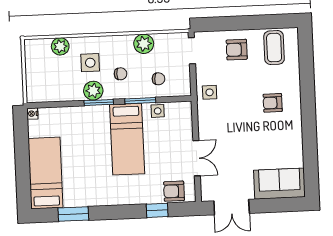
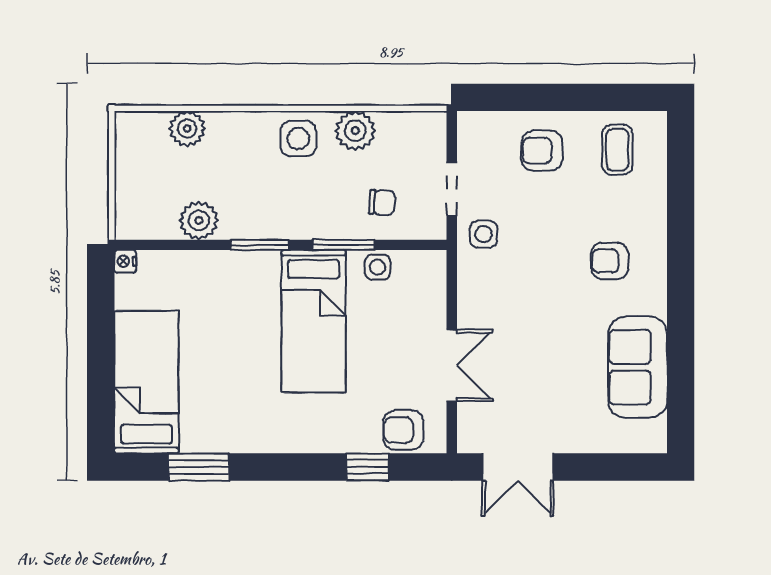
coffee table: (274, 48) -> (617, 150), width x0.73, depth x0.77
doorway: (192, 51) -> (452, 189), moved
side table: (90, 63) -> (298, 139), moved
chair: (121, 74) -> (306, 189), removed
plant: (93, 91) -> (199, 221), moved
sofa: (279, 184) -> (638, 367), moved, turned -90

